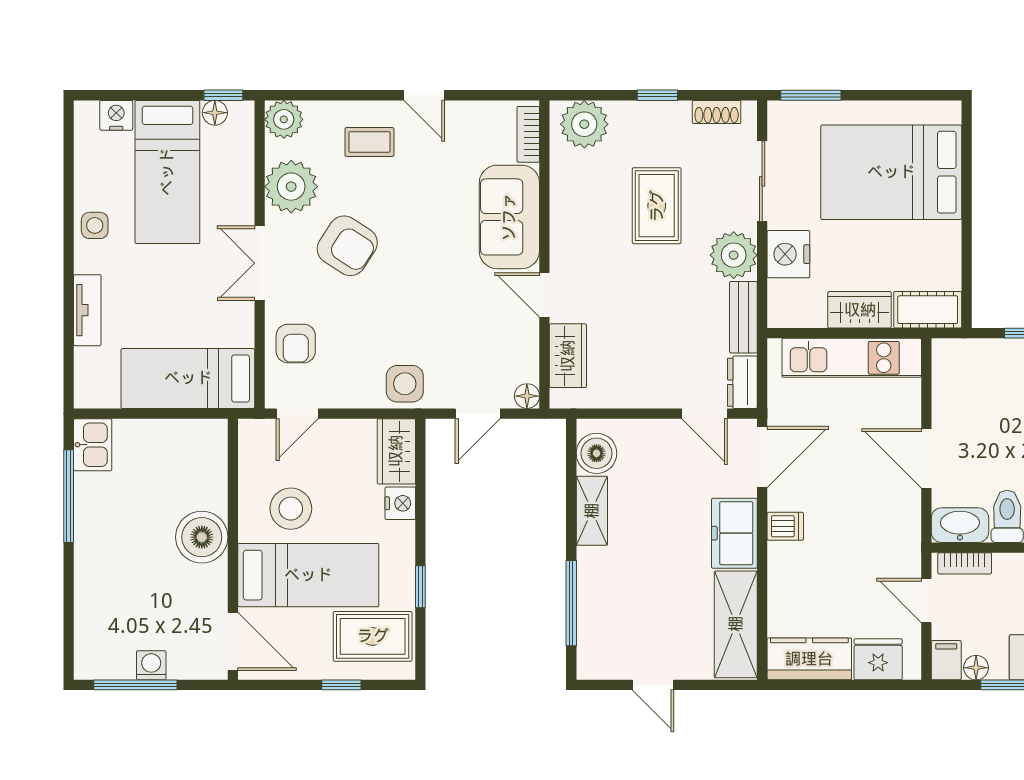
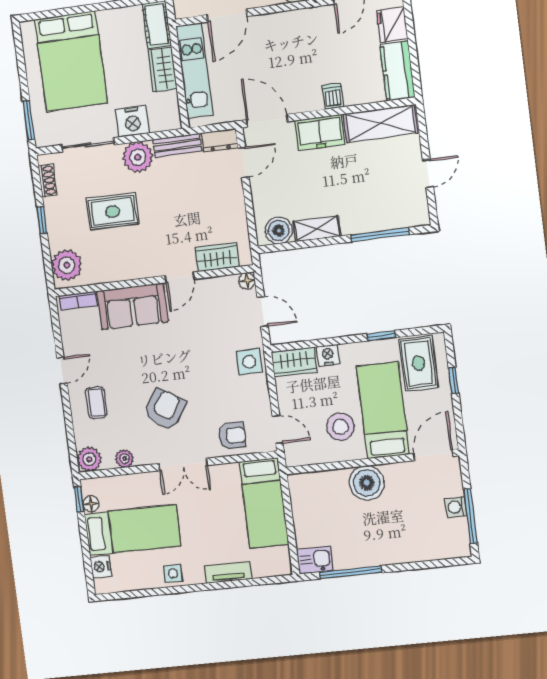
plant: (291, 187) -> (125, 459), width x0.53, depth x0.53
door: (926, 458) -> (227, 16), moved
dishwasher: (785, 526) -> (333, 96), moved

